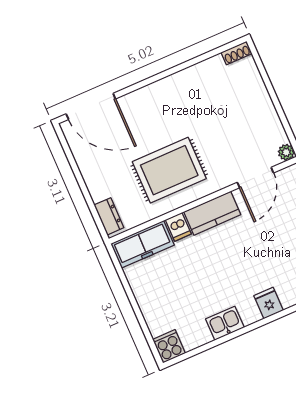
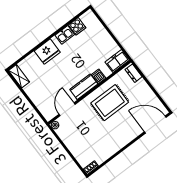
freezer: (143, 244) -> (117, 61), width x0.71
fridge: (268, 303) -> (47, 52), width x1.88, depth x1.34
cooker: (169, 346) -> (77, 26), moved

